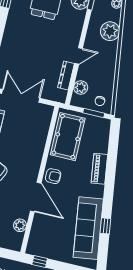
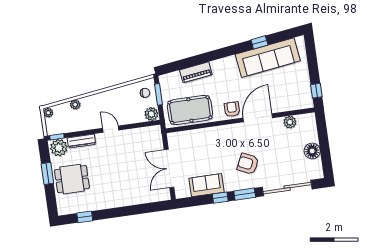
plant: (110, 31) -> (75, 105), width x0.53, depth x0.53
dresser: (66, 76) -> (81, 141), moved
plant: (81, 87) -> (151, 114), moved
piano: (99, 169) -> (196, 72), moved

